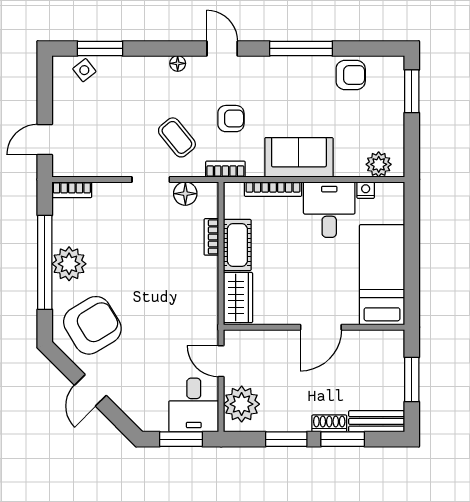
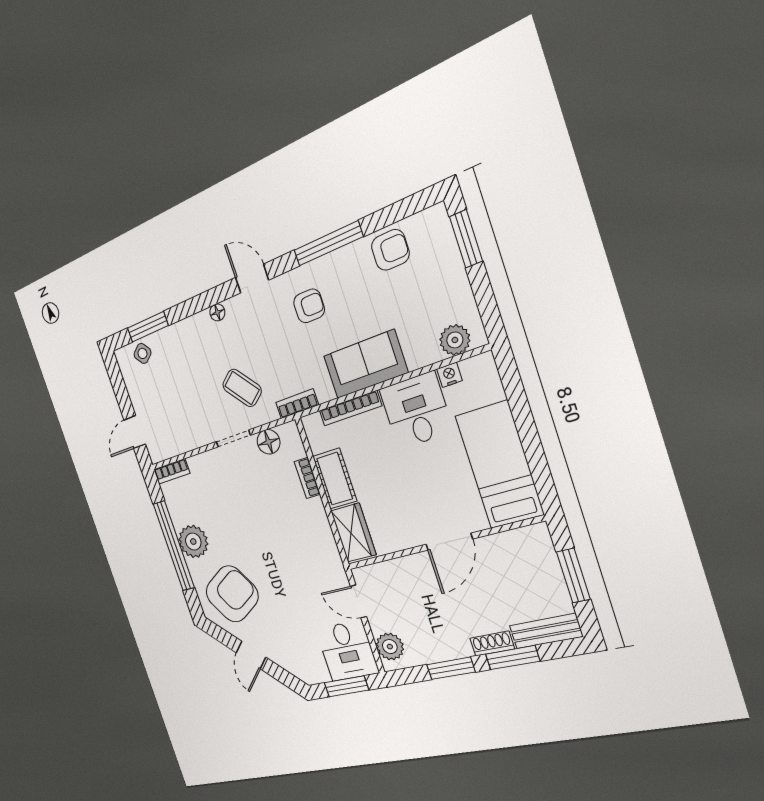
armchair: (231, 119) -> (309, 306), moved
plant: (242, 404) -> (390, 647), width x0.73, depth x0.73

